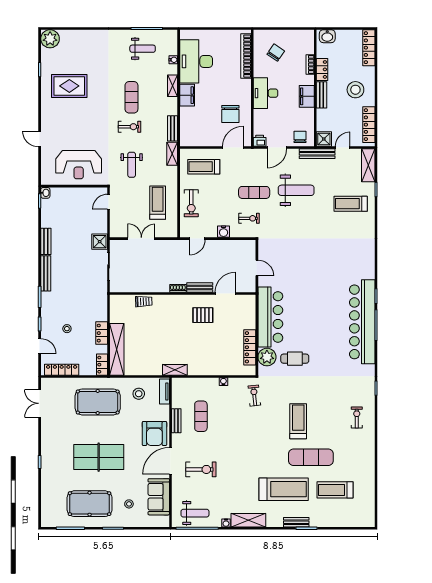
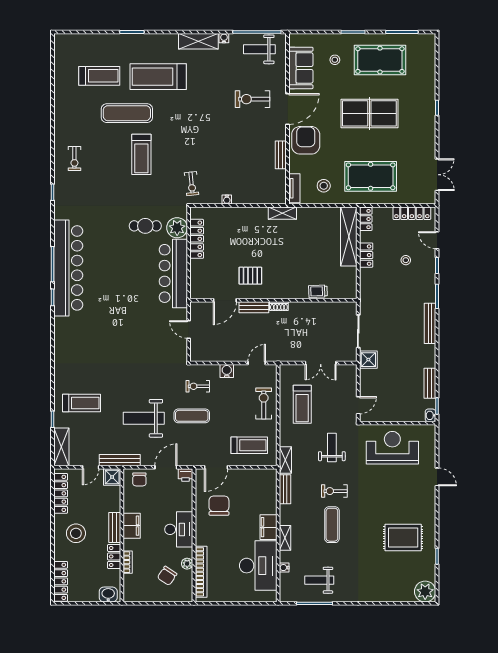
plant: (258, 63) -> (187, 564), added
bench: (46, 241) -> (430, 383), moved
exercise mat: (201, 416) -> (253, 160), removed
bench: (296, 522) -> (144, 39), removed

